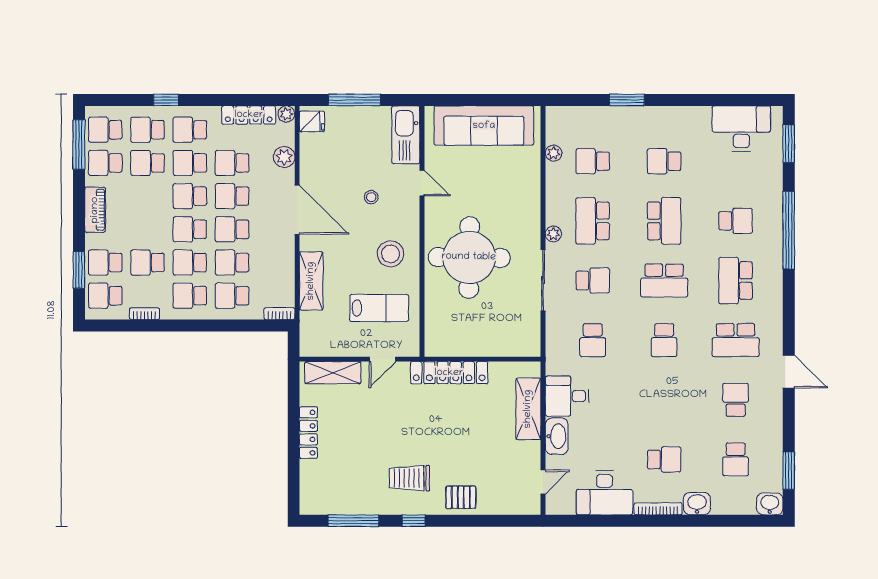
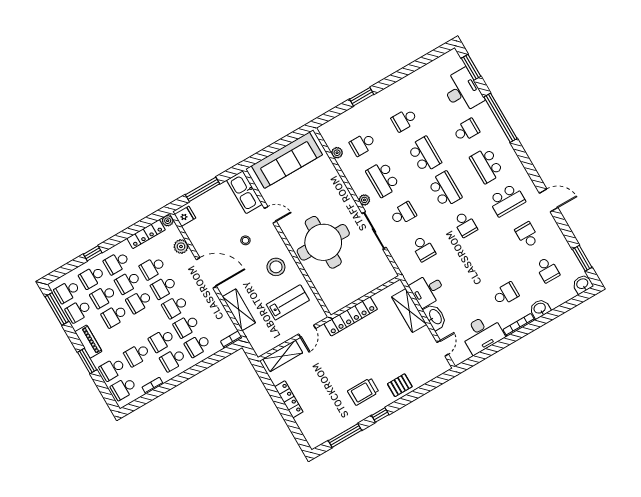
desk: (741, 129) -> (462, 91), moved, turned 90
school desk: (190, 229) -> (114, 316), moved
window: (79, 270) -> (87, 361), moved
school desk: (664, 281) -> (445, 189), turned -90

